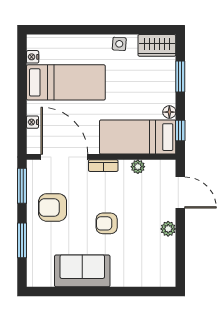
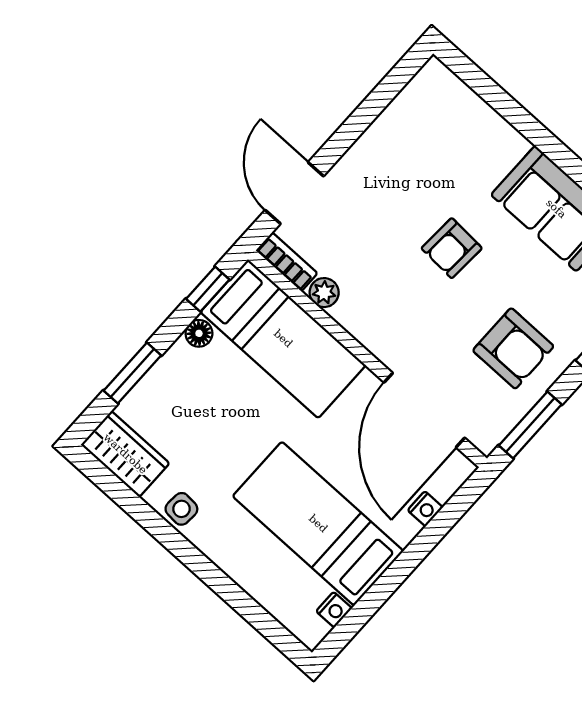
bookcase: (103, 166) -> (287, 262), moved
armchair: (107, 223) -> (452, 248), turned 93
plant: (168, 229) -> (364, 154), removed

